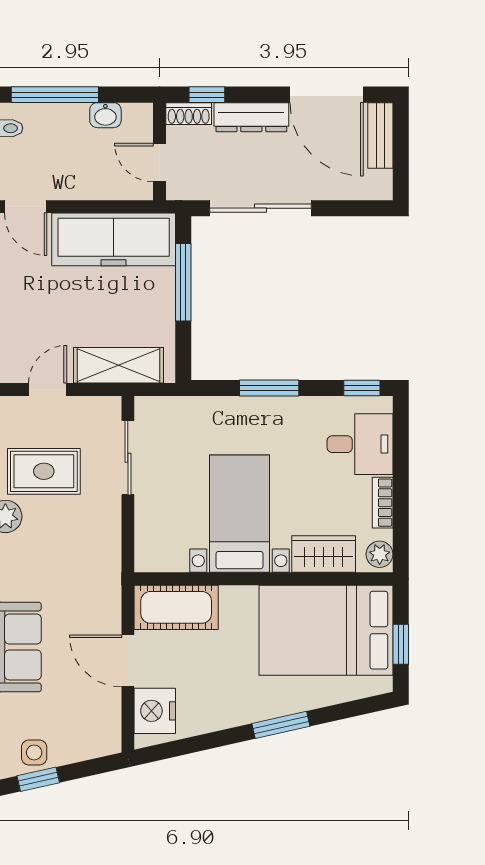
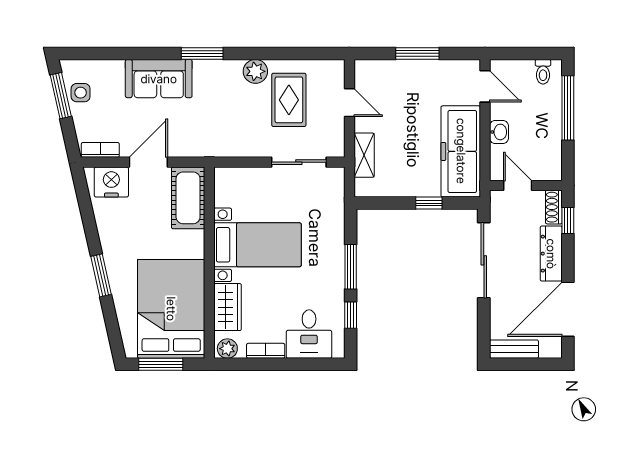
washbasin: (105, 115) -> (499, 132), moved, turned 180
bench: (380, 135) -> (514, 349), moved
door: (159, 163) -> (518, 185), hinge flipped
door: (26, 207) -> (485, 86), swing flipped
window: (183, 282) -> (429, 203), width x0.46
shelving: (119, 365) -> (364, 155), width x0.67, depth x0.75
window: (362, 388) -> (351, 315), moved
window: (401, 644) -> (161, 364), width x1.50
bookcase: (111, 726) -> (100, 150), added
window: (38, 779) -> (61, 96), width x1.50

